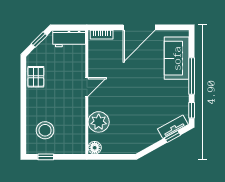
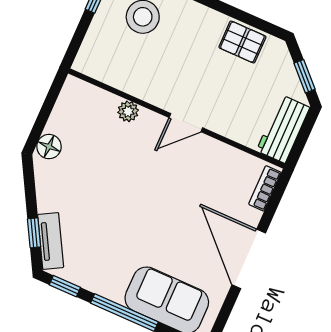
door: (87, 87) -> (186, 123), hinge flipped
plant: (99, 122) -> (128, 111), width x0.53, depth x0.53
floor lamp: (95, 148) -> (49, 147), moved

